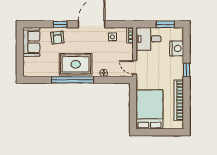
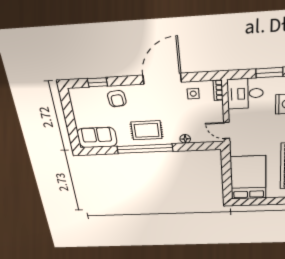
window: (60, 24) -> (97, 82), moved
sofa: (31, 42) -> (97, 137), moved, turned -90
rug: (76, 64) -> (147, 130), width x0.73, depth x0.70

